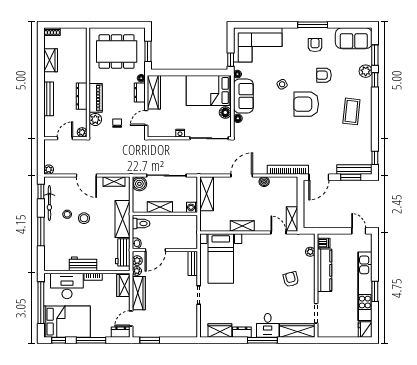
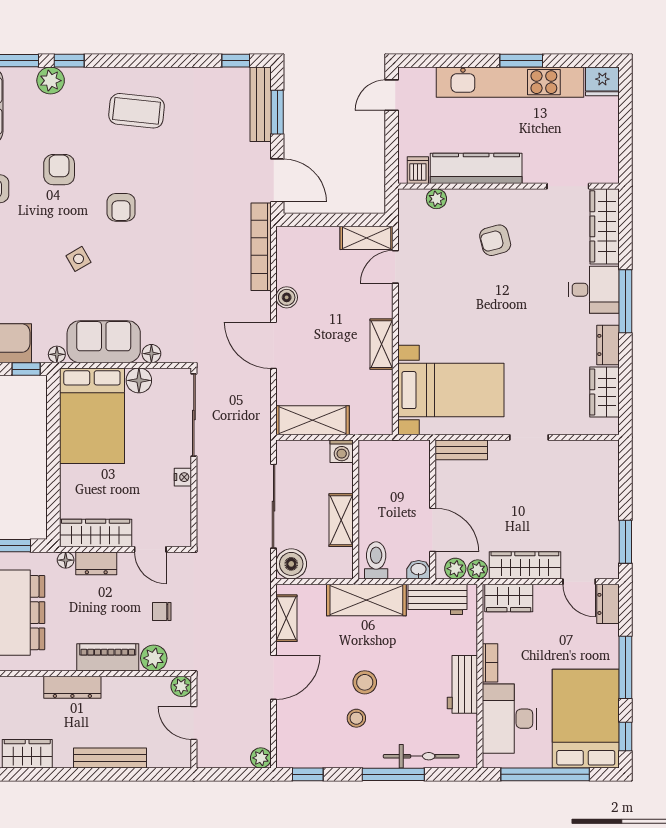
armchair: (324, 75) -> (59, 170), turned 180
dresser: (82, 96) -> (72, 687), moved
armchair: (306, 104) -> (121, 207), width x0.53, depth x0.53
bicycle: (49, 203) -> (421, 756), moved

